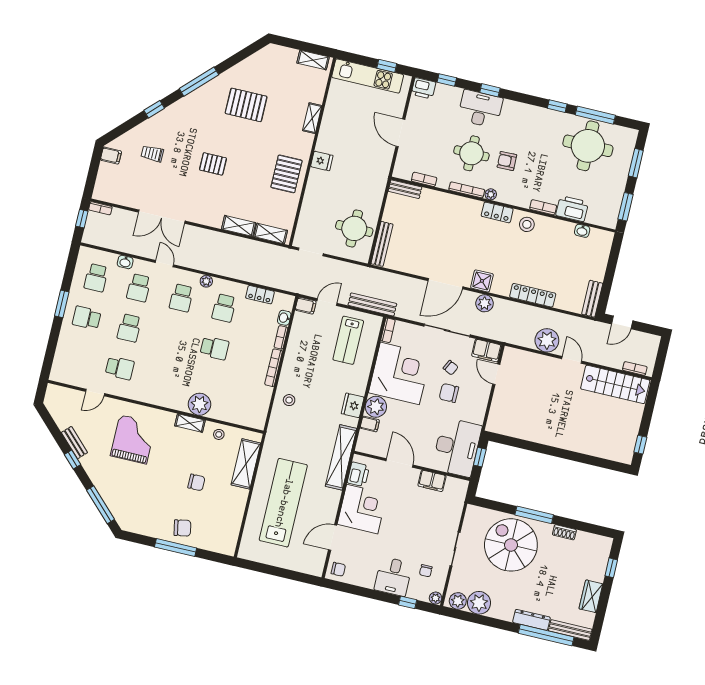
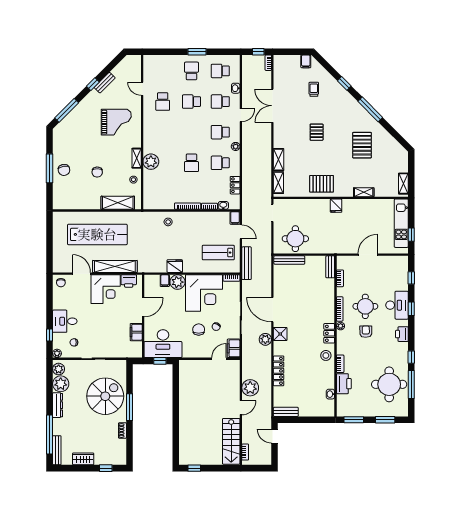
printer: (424, 88) -> (402, 334), moved
shelving: (341, 457) -> (115, 266), moved
dresser: (531, 620) -> (58, 405), moved

